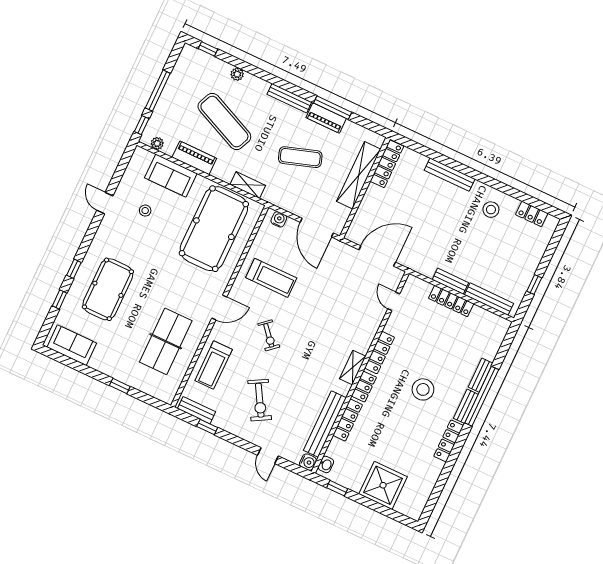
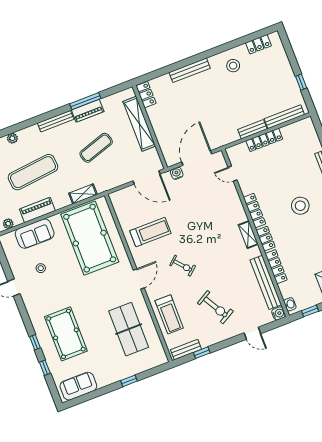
exercise mat: (224, 122) -> (33, 172), turned -30
locker: (387, 164) -> (146, 95), width x0.66
water cooler: (279, 219) -> (177, 173), moved

